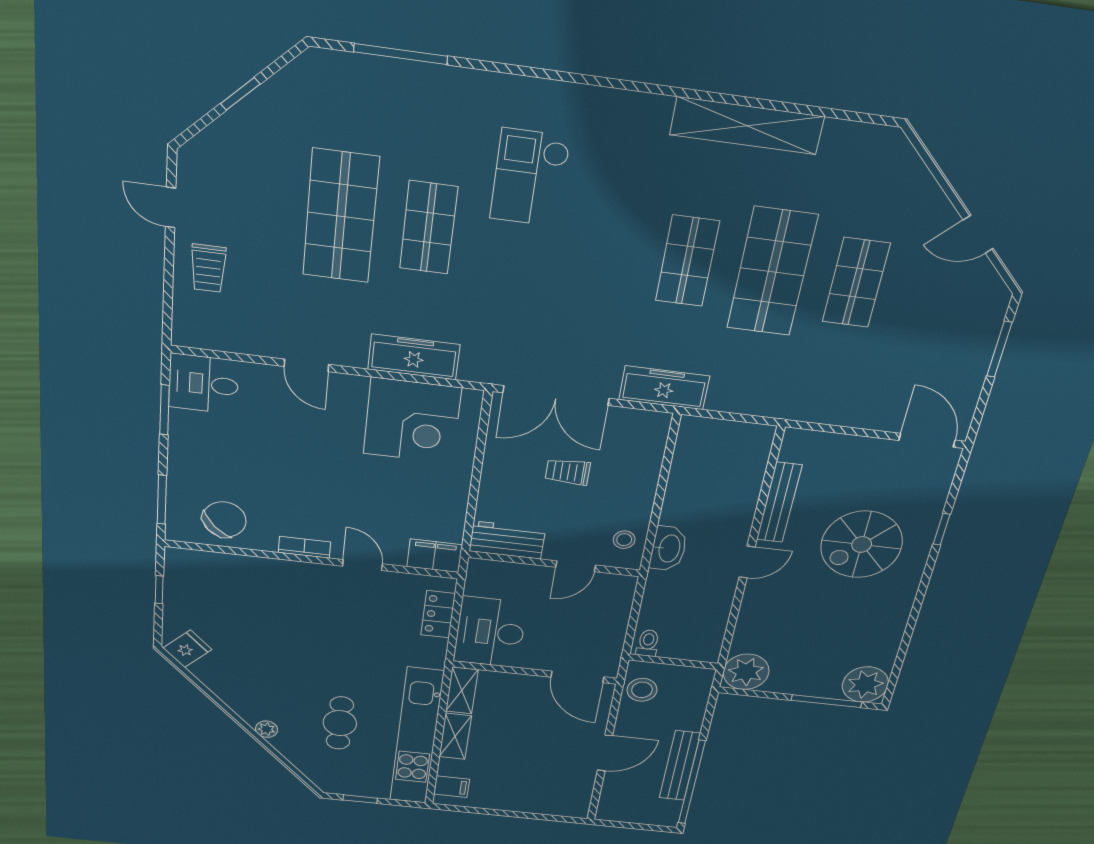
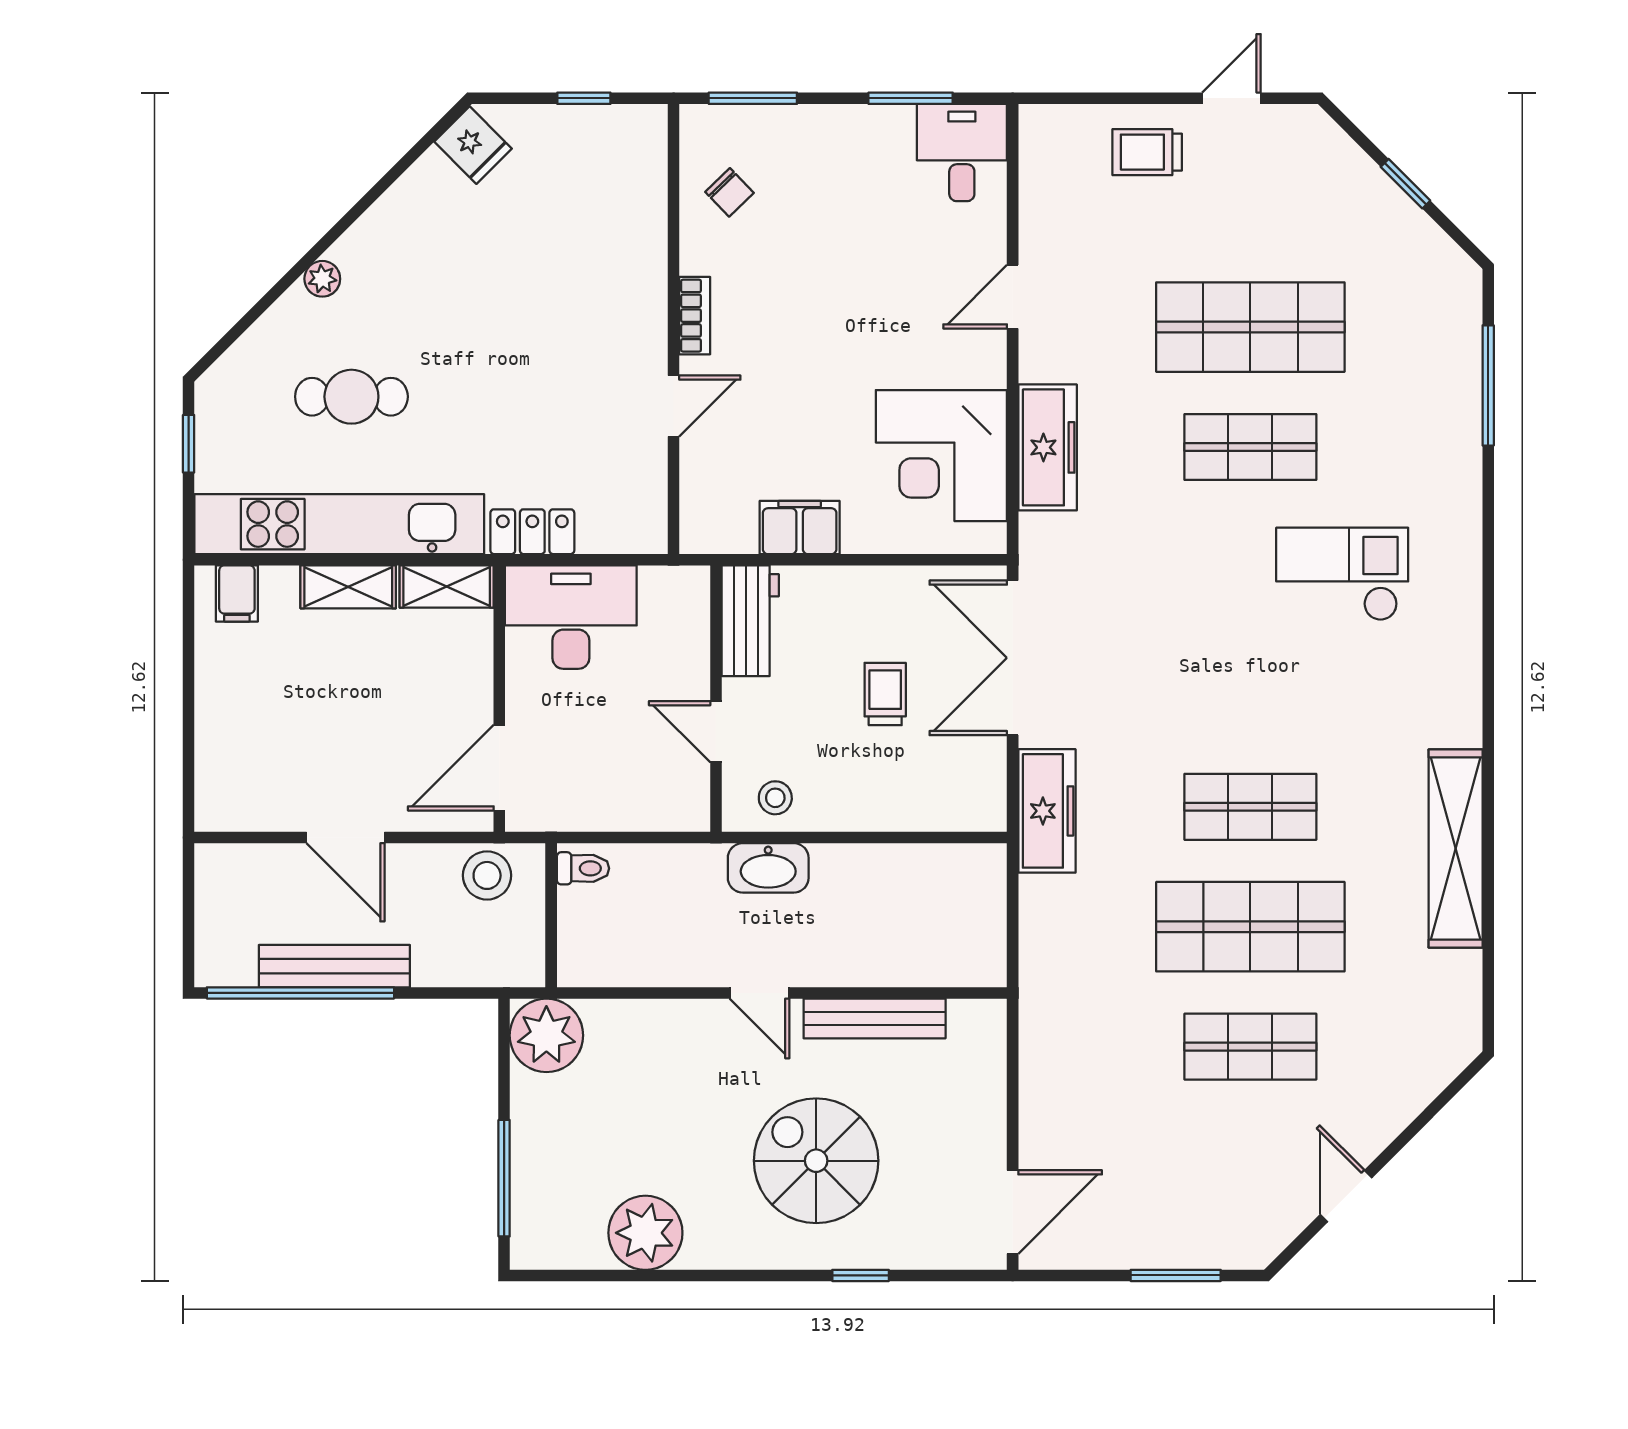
chair: (224, 520) -> (730, 192), width x0.54, depth x0.54
filing cabinet: (435, 556) -> (800, 527), moved, turned -90
locker: (438, 614) -> (532, 532), moved
plant: (865, 684) -> (645, 1233), moved

